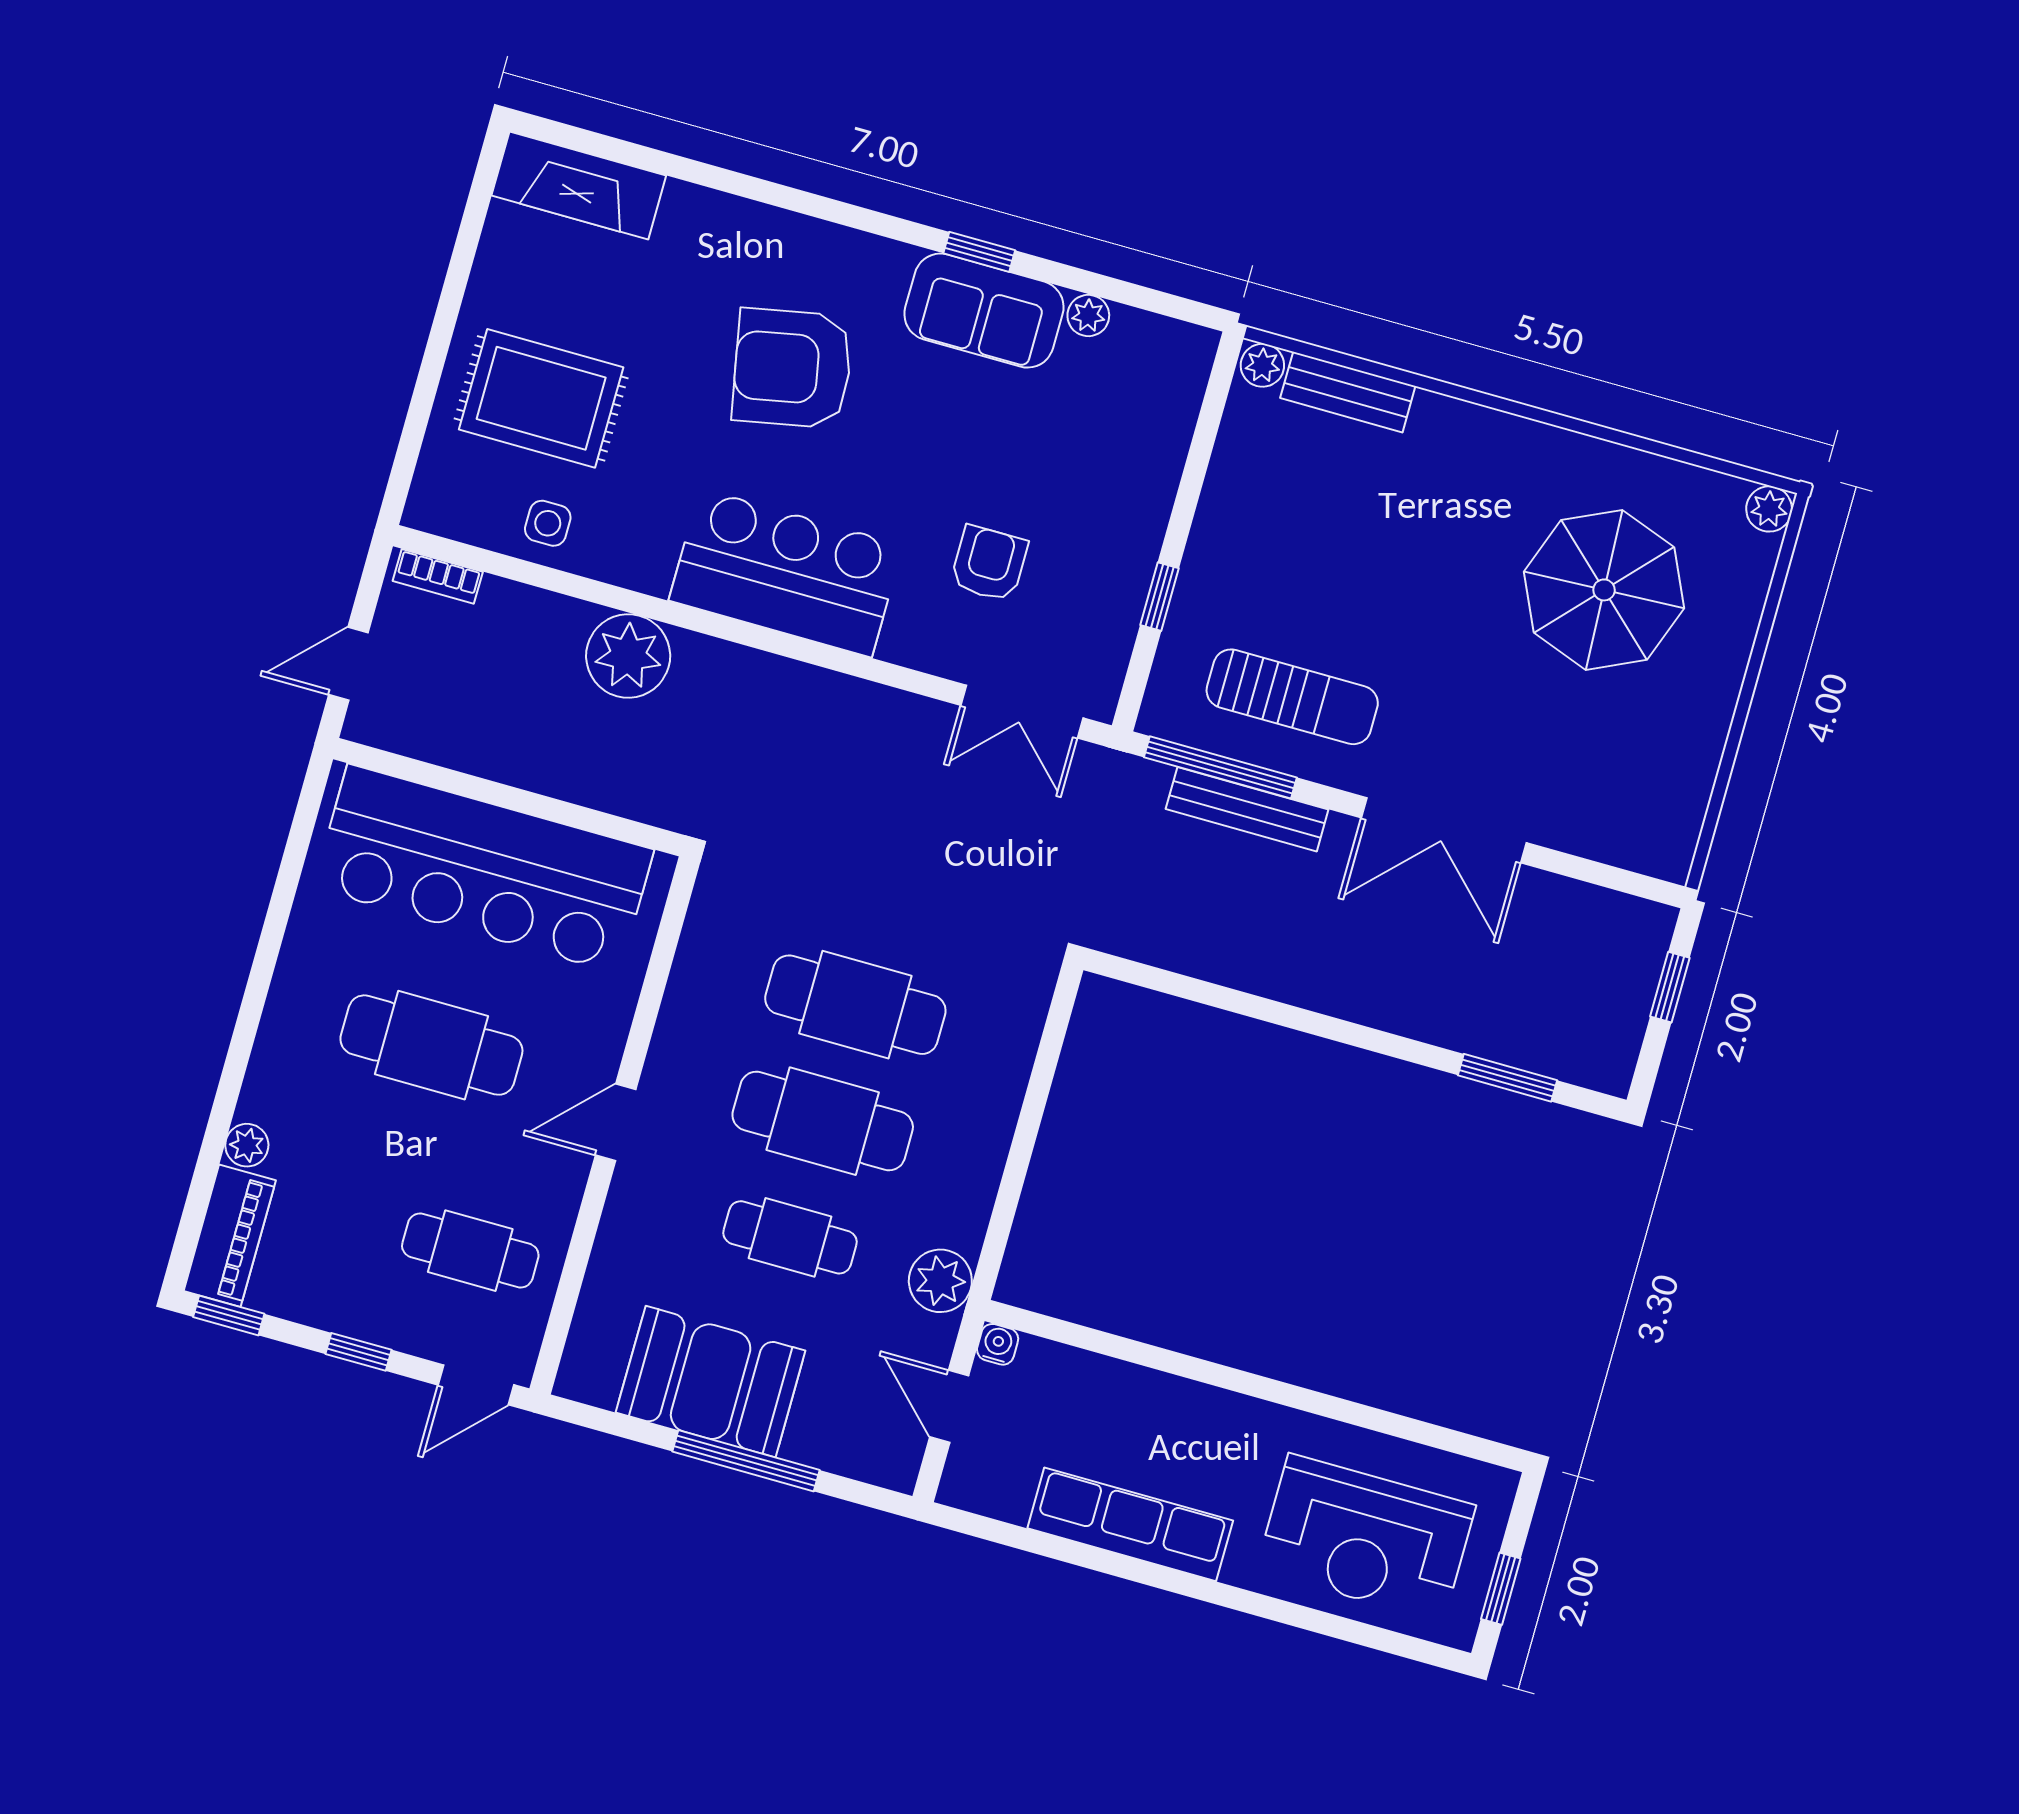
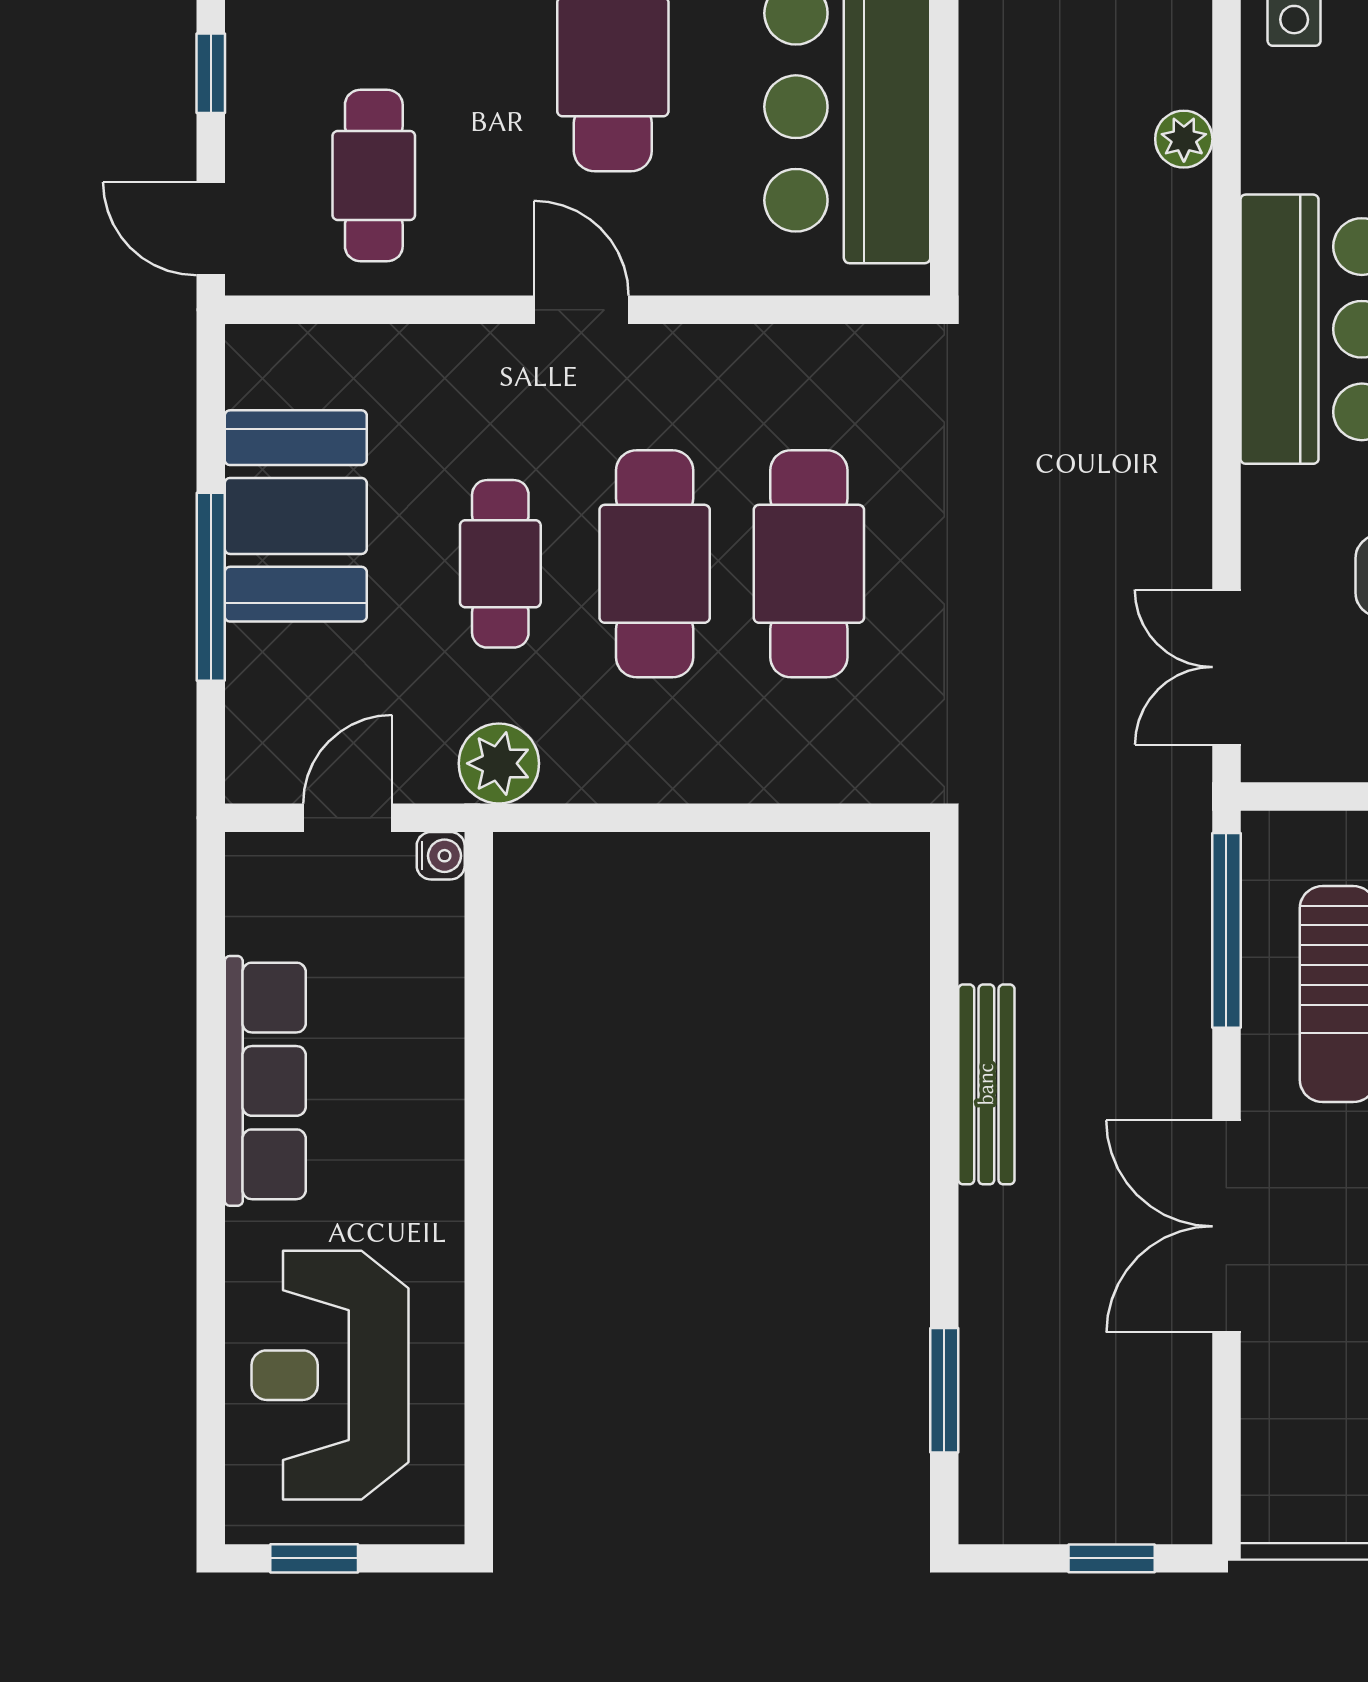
plant: (628, 656) -> (1184, 139), width x0.53, depth x0.53
bench: (1247, 809) -> (986, 1084), moved

